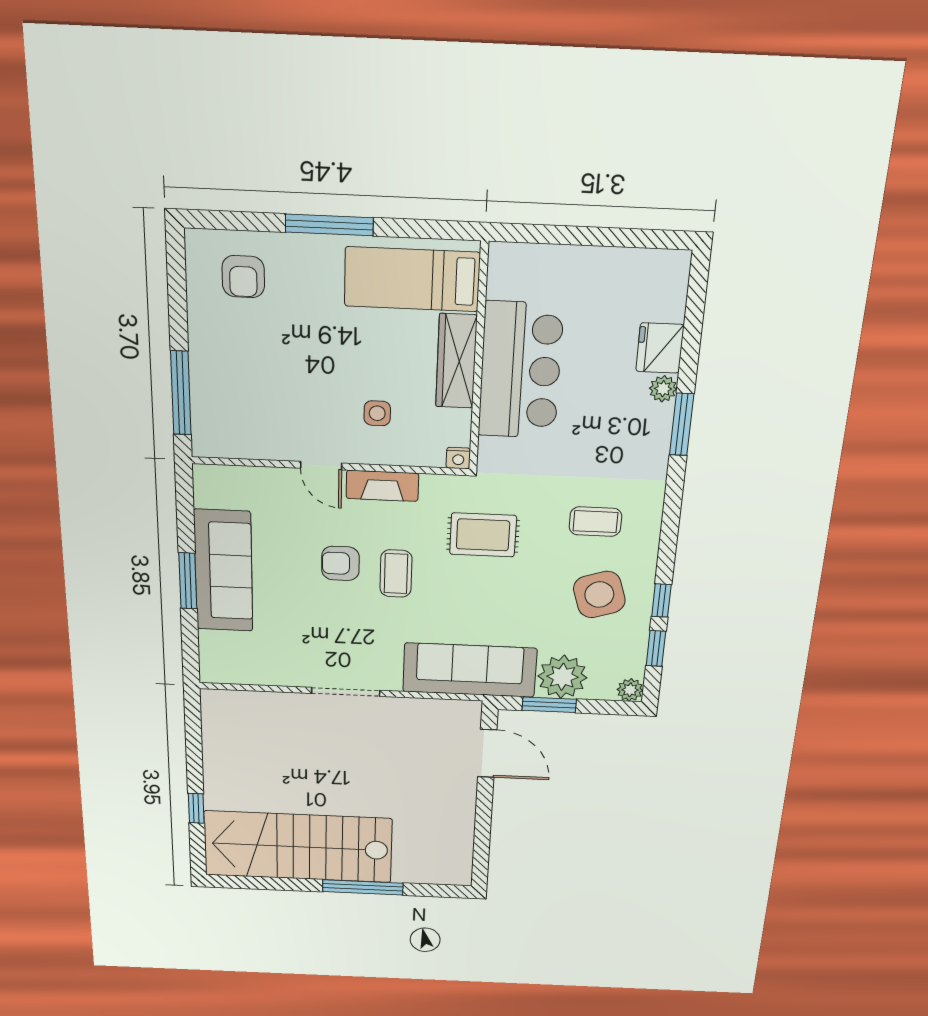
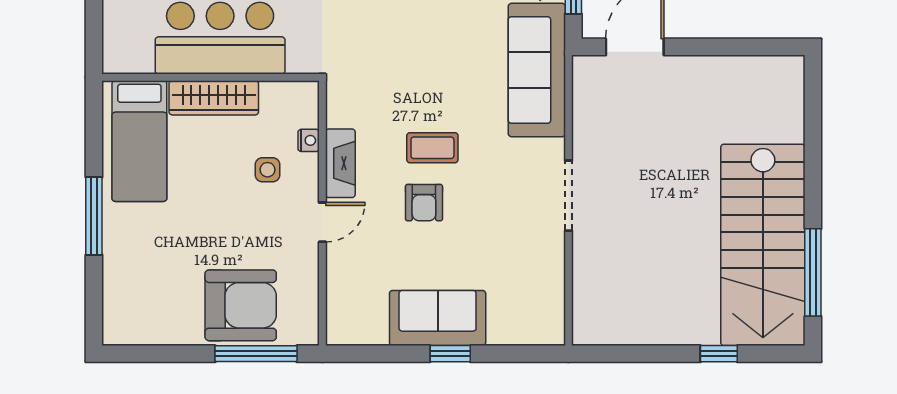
armchair: (243, 277) -> (241, 305), moved, width x1.88, depth x1.88
nightstand: (458, 458) -> (309, 140), moved
rug: (483, 535) -> (387, 64), removed
sofa: (223, 571) -> (438, 318), width x0.73
window: (188, 581) -> (450, 354), width x0.67
window: (363, 887) -> (813, 272), moved

